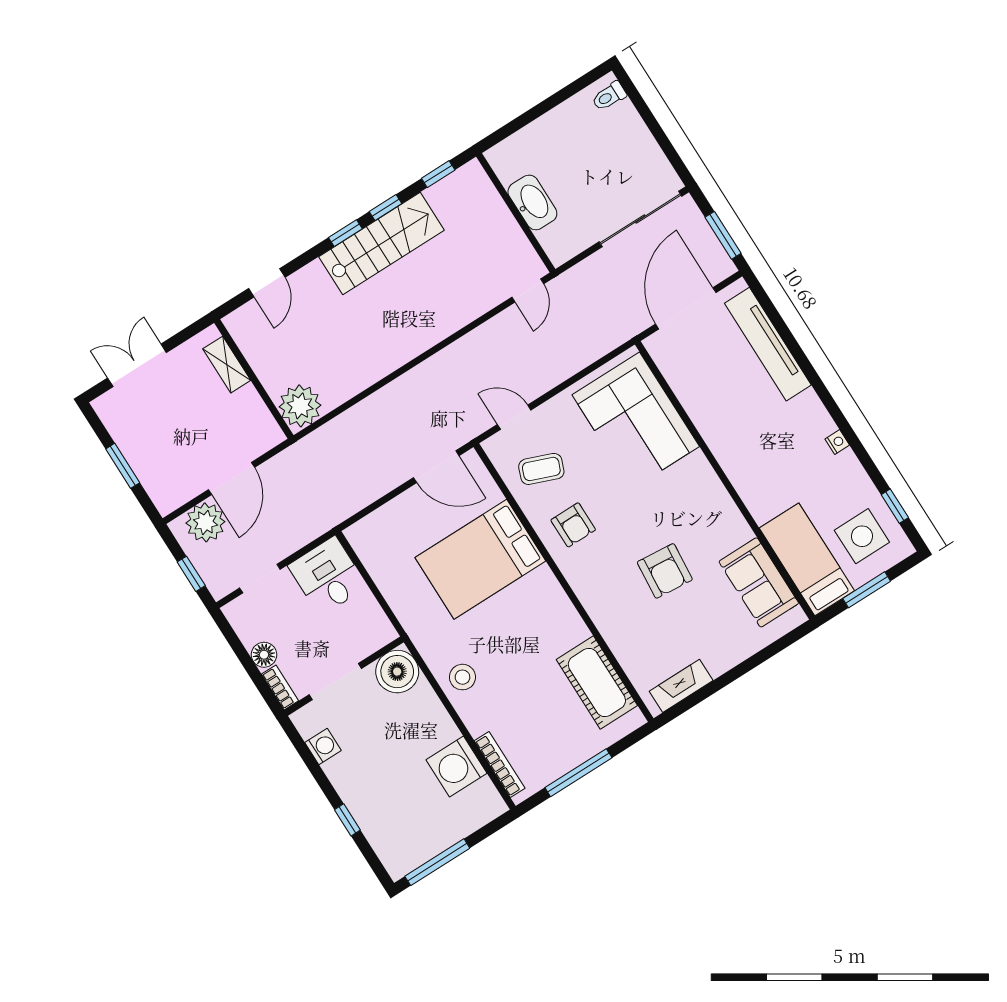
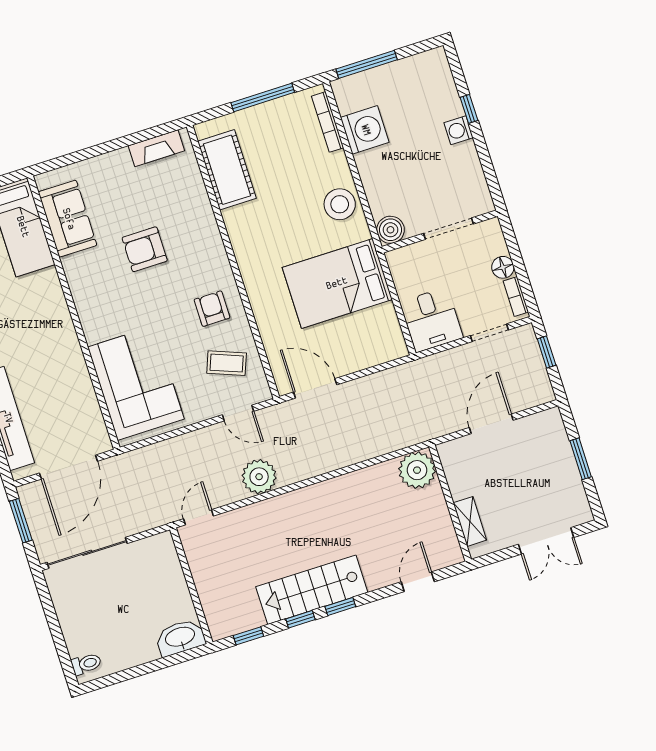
washbasin: (532, 202) -> (180, 638), moved, turned 90
plant: (205, 522) -> (259, 477), moved
bed: (480, 559) -> (337, 284), moved, turned 180
armchair: (665, 571) -> (145, 249), turned -95
boiler: (397, 672) -> (390, 230), width x0.73, depth x0.73
stool: (462, 677) -> (340, 204), width x1.38, depth x1.38
bookcase: (280, 687) -> (516, 296), moved
washing machine: (323, 746) -> (458, 130), moved
window: (437, 862) -> (367, 64), moved

